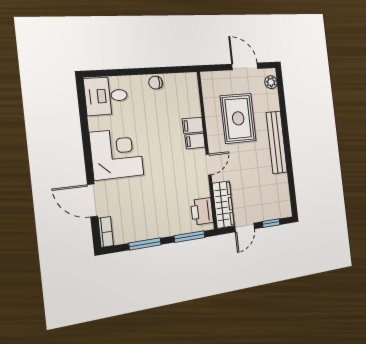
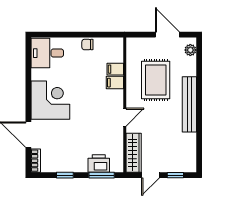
filing cabinet: (195, 141) -> (115, 69), moved
printer: (202, 211) -> (99, 164), moved, turned 90
window: (145, 244) -> (65, 175), width x0.67

